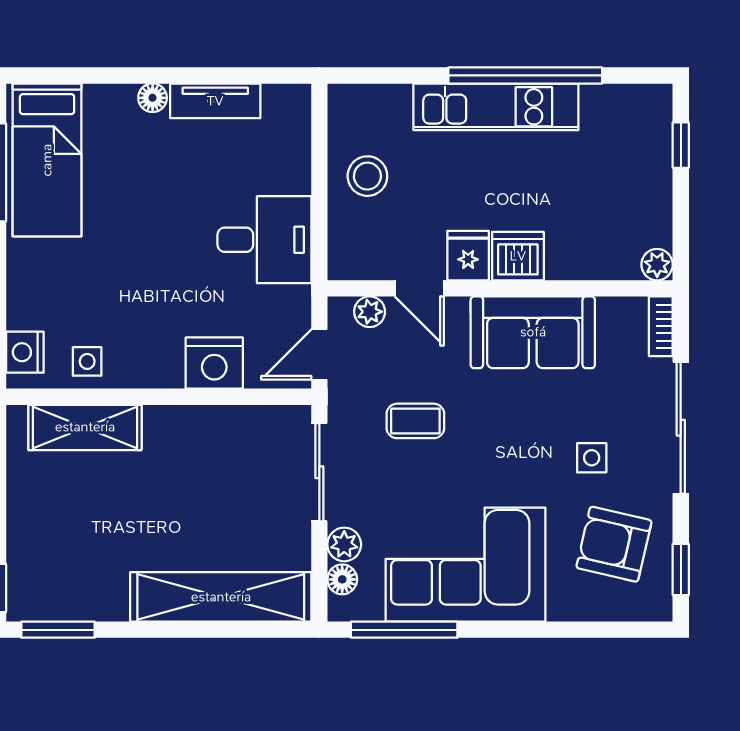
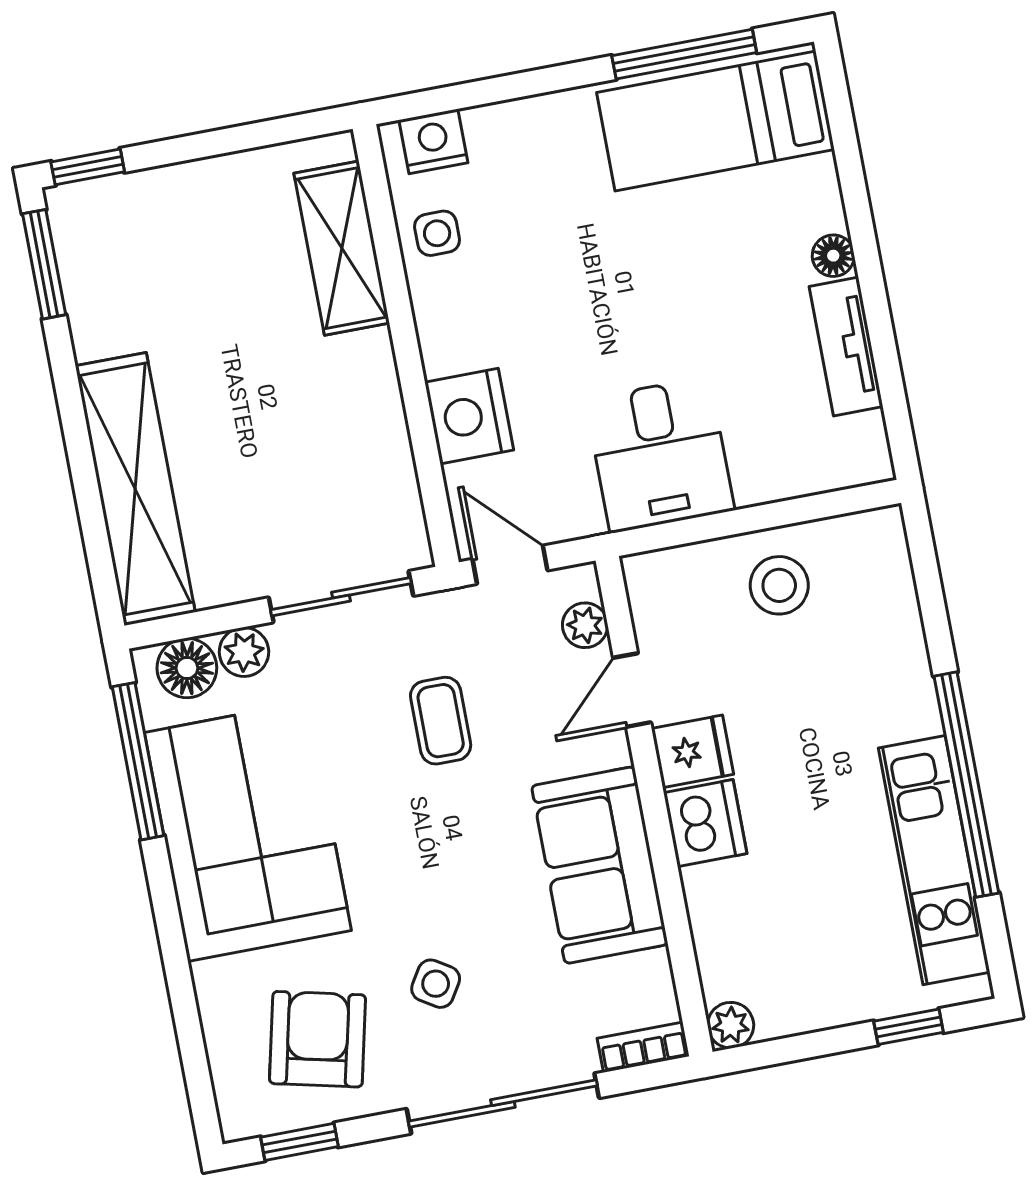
kitchen unit: (496, 107) -> (934, 860), moved
side table: (592, 458) -> (436, 984), turned 32
floor lamp: (342, 579) -> (187, 668), width x1.37, depth x1.37

